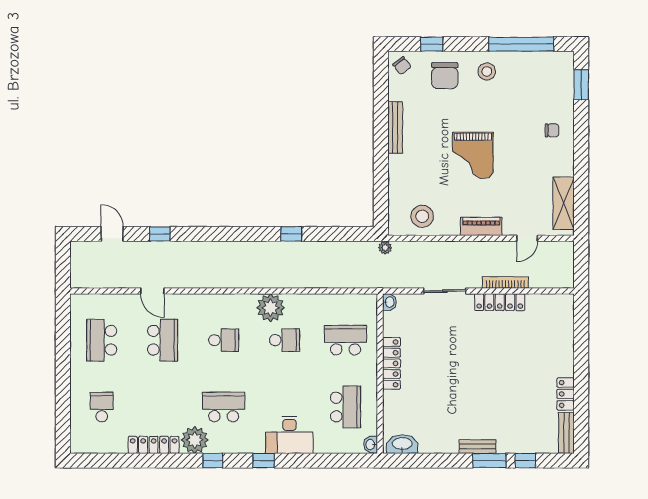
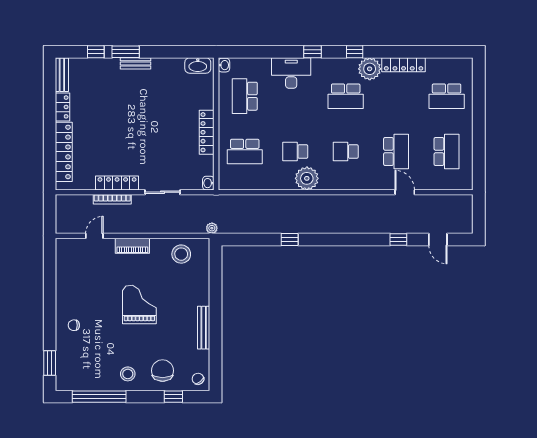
shelving: (564, 203) -> (64, 265), removed
school desk: (163, 340) -> (396, 151), turned 180
locker: (564, 340) -> (64, 152), added
school desk: (102, 407) -> (447, 96), width x1.85

